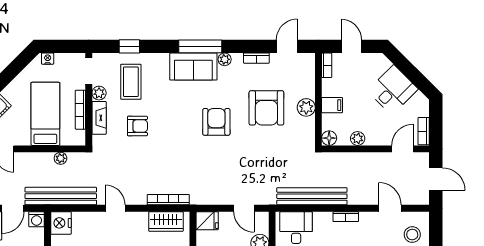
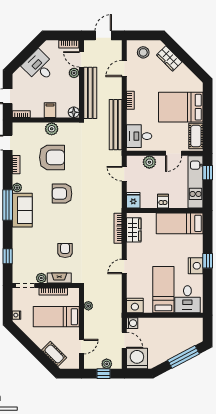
coffee table: (131, 82) -> (33, 255), removed
plant: (358, 138) -> (74, 73), moved
bench: (61, 196) -> (90, 93), moved
door: (244, 208) -> (124, 174), swing flipped

